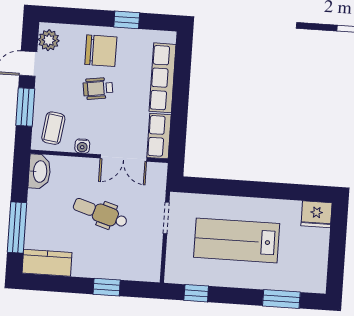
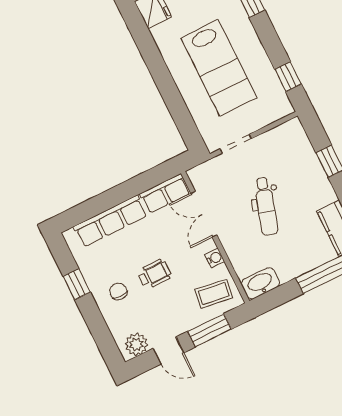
chair: (101, 51) -> (118, 291), width x0.54, depth x0.54
wheelchair: (98, 88) -> (154, 274), turned -82
double door: (123, 158) -> (204, 214), swing flipped

